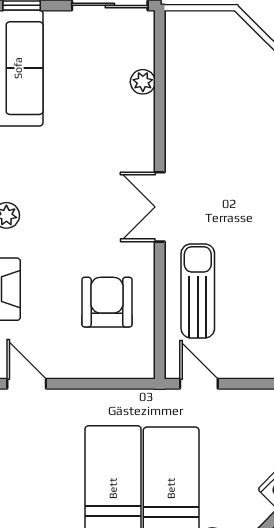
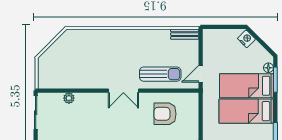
sun lounger: (198, 291) -> (160, 74), turned 180

